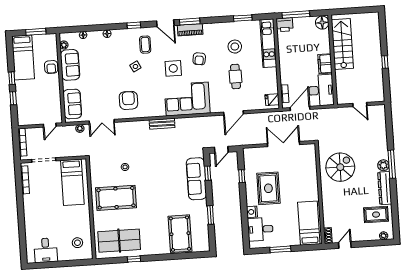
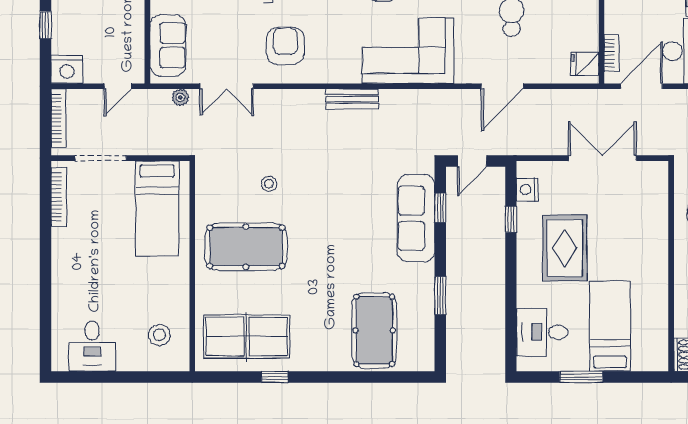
nightstand: (25, 119) -> (67, 69), added
nightstand: (252, 212) -> (527, 189), moved
bed: (309, 223) -> (610, 326), moved

